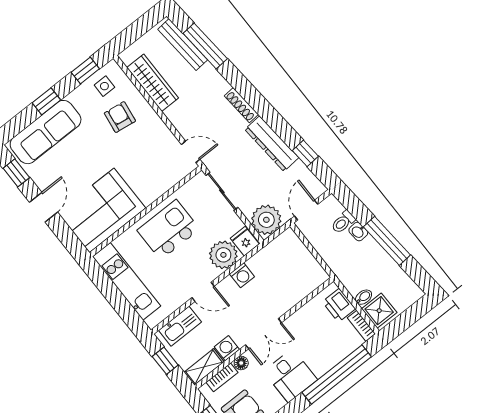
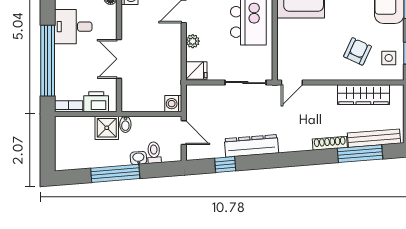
shoe rack: (241, 105) -> (330, 143), moved
armchair: (120, 117) -> (358, 51), turned -73
plant: (266, 220) -> (200, 98), removed
plant: (223, 255) -> (193, 41), width x0.53, depth x0.53
washing machine: (242, 275) -> (173, 104), moved
bidet: (364, 297) -> (125, 124), moved
shower: (379, 311) -> (107, 128), moved
double door: (263, 334) -> (119, 59), moved

